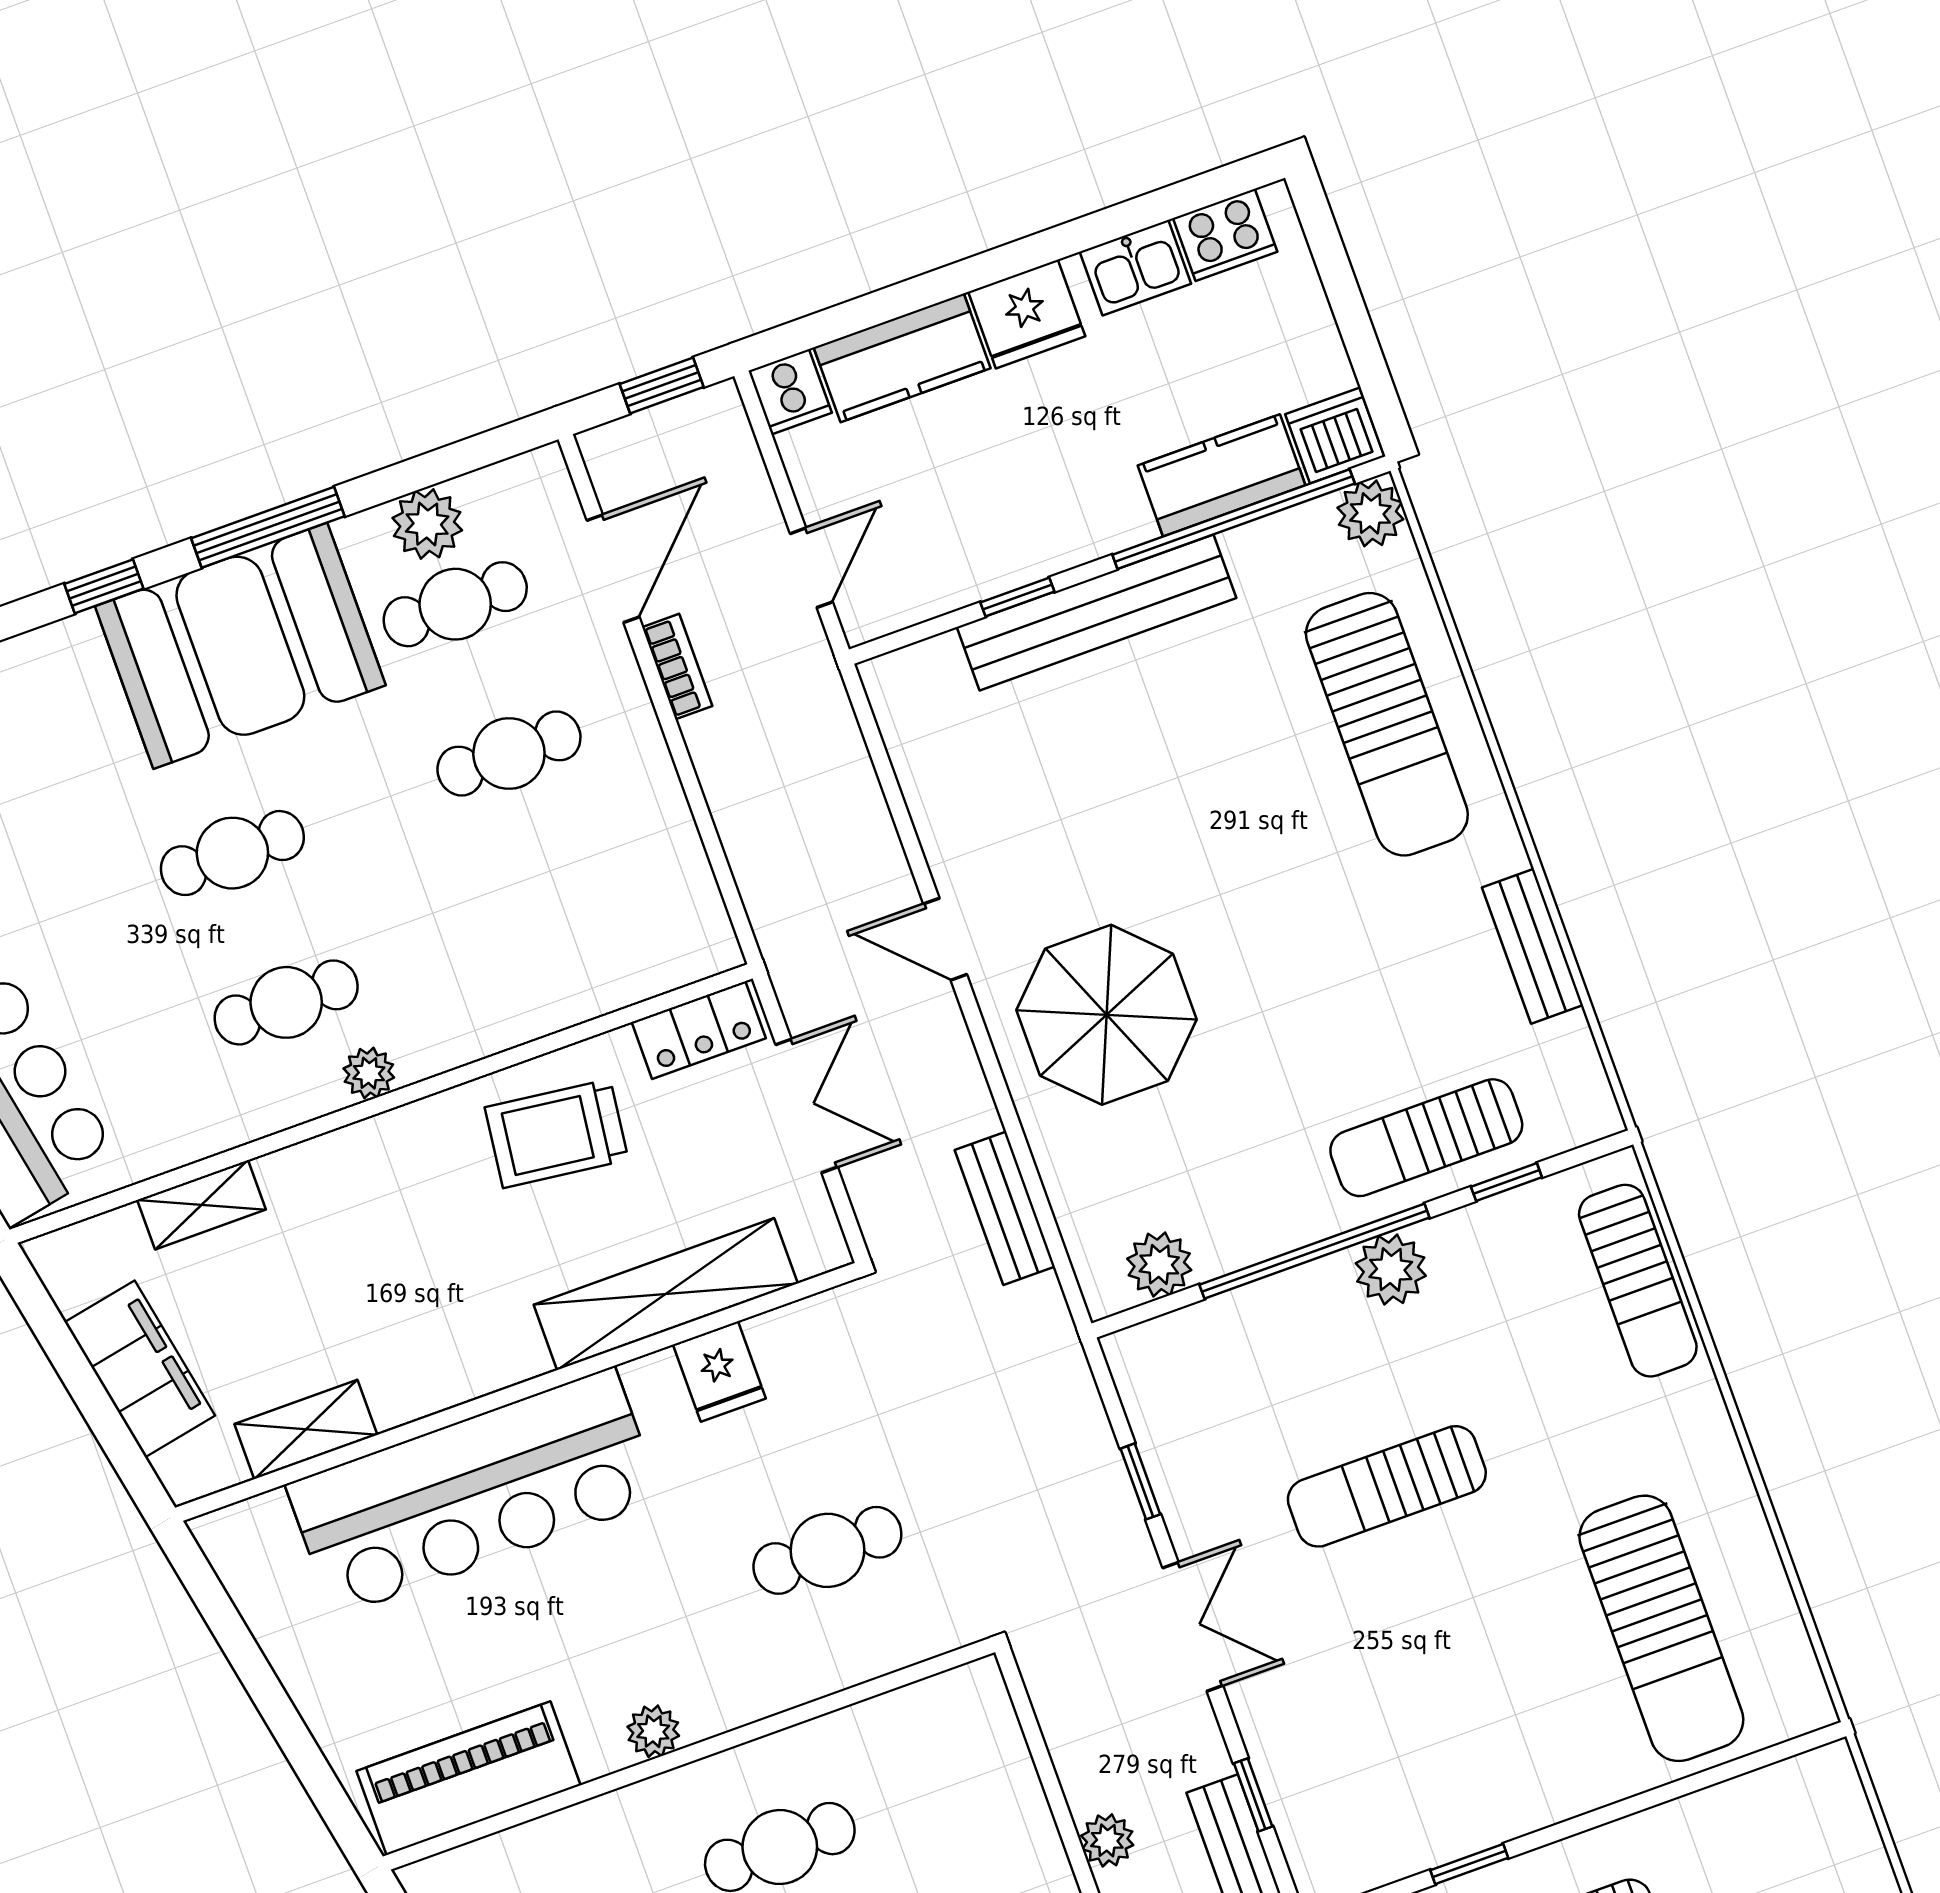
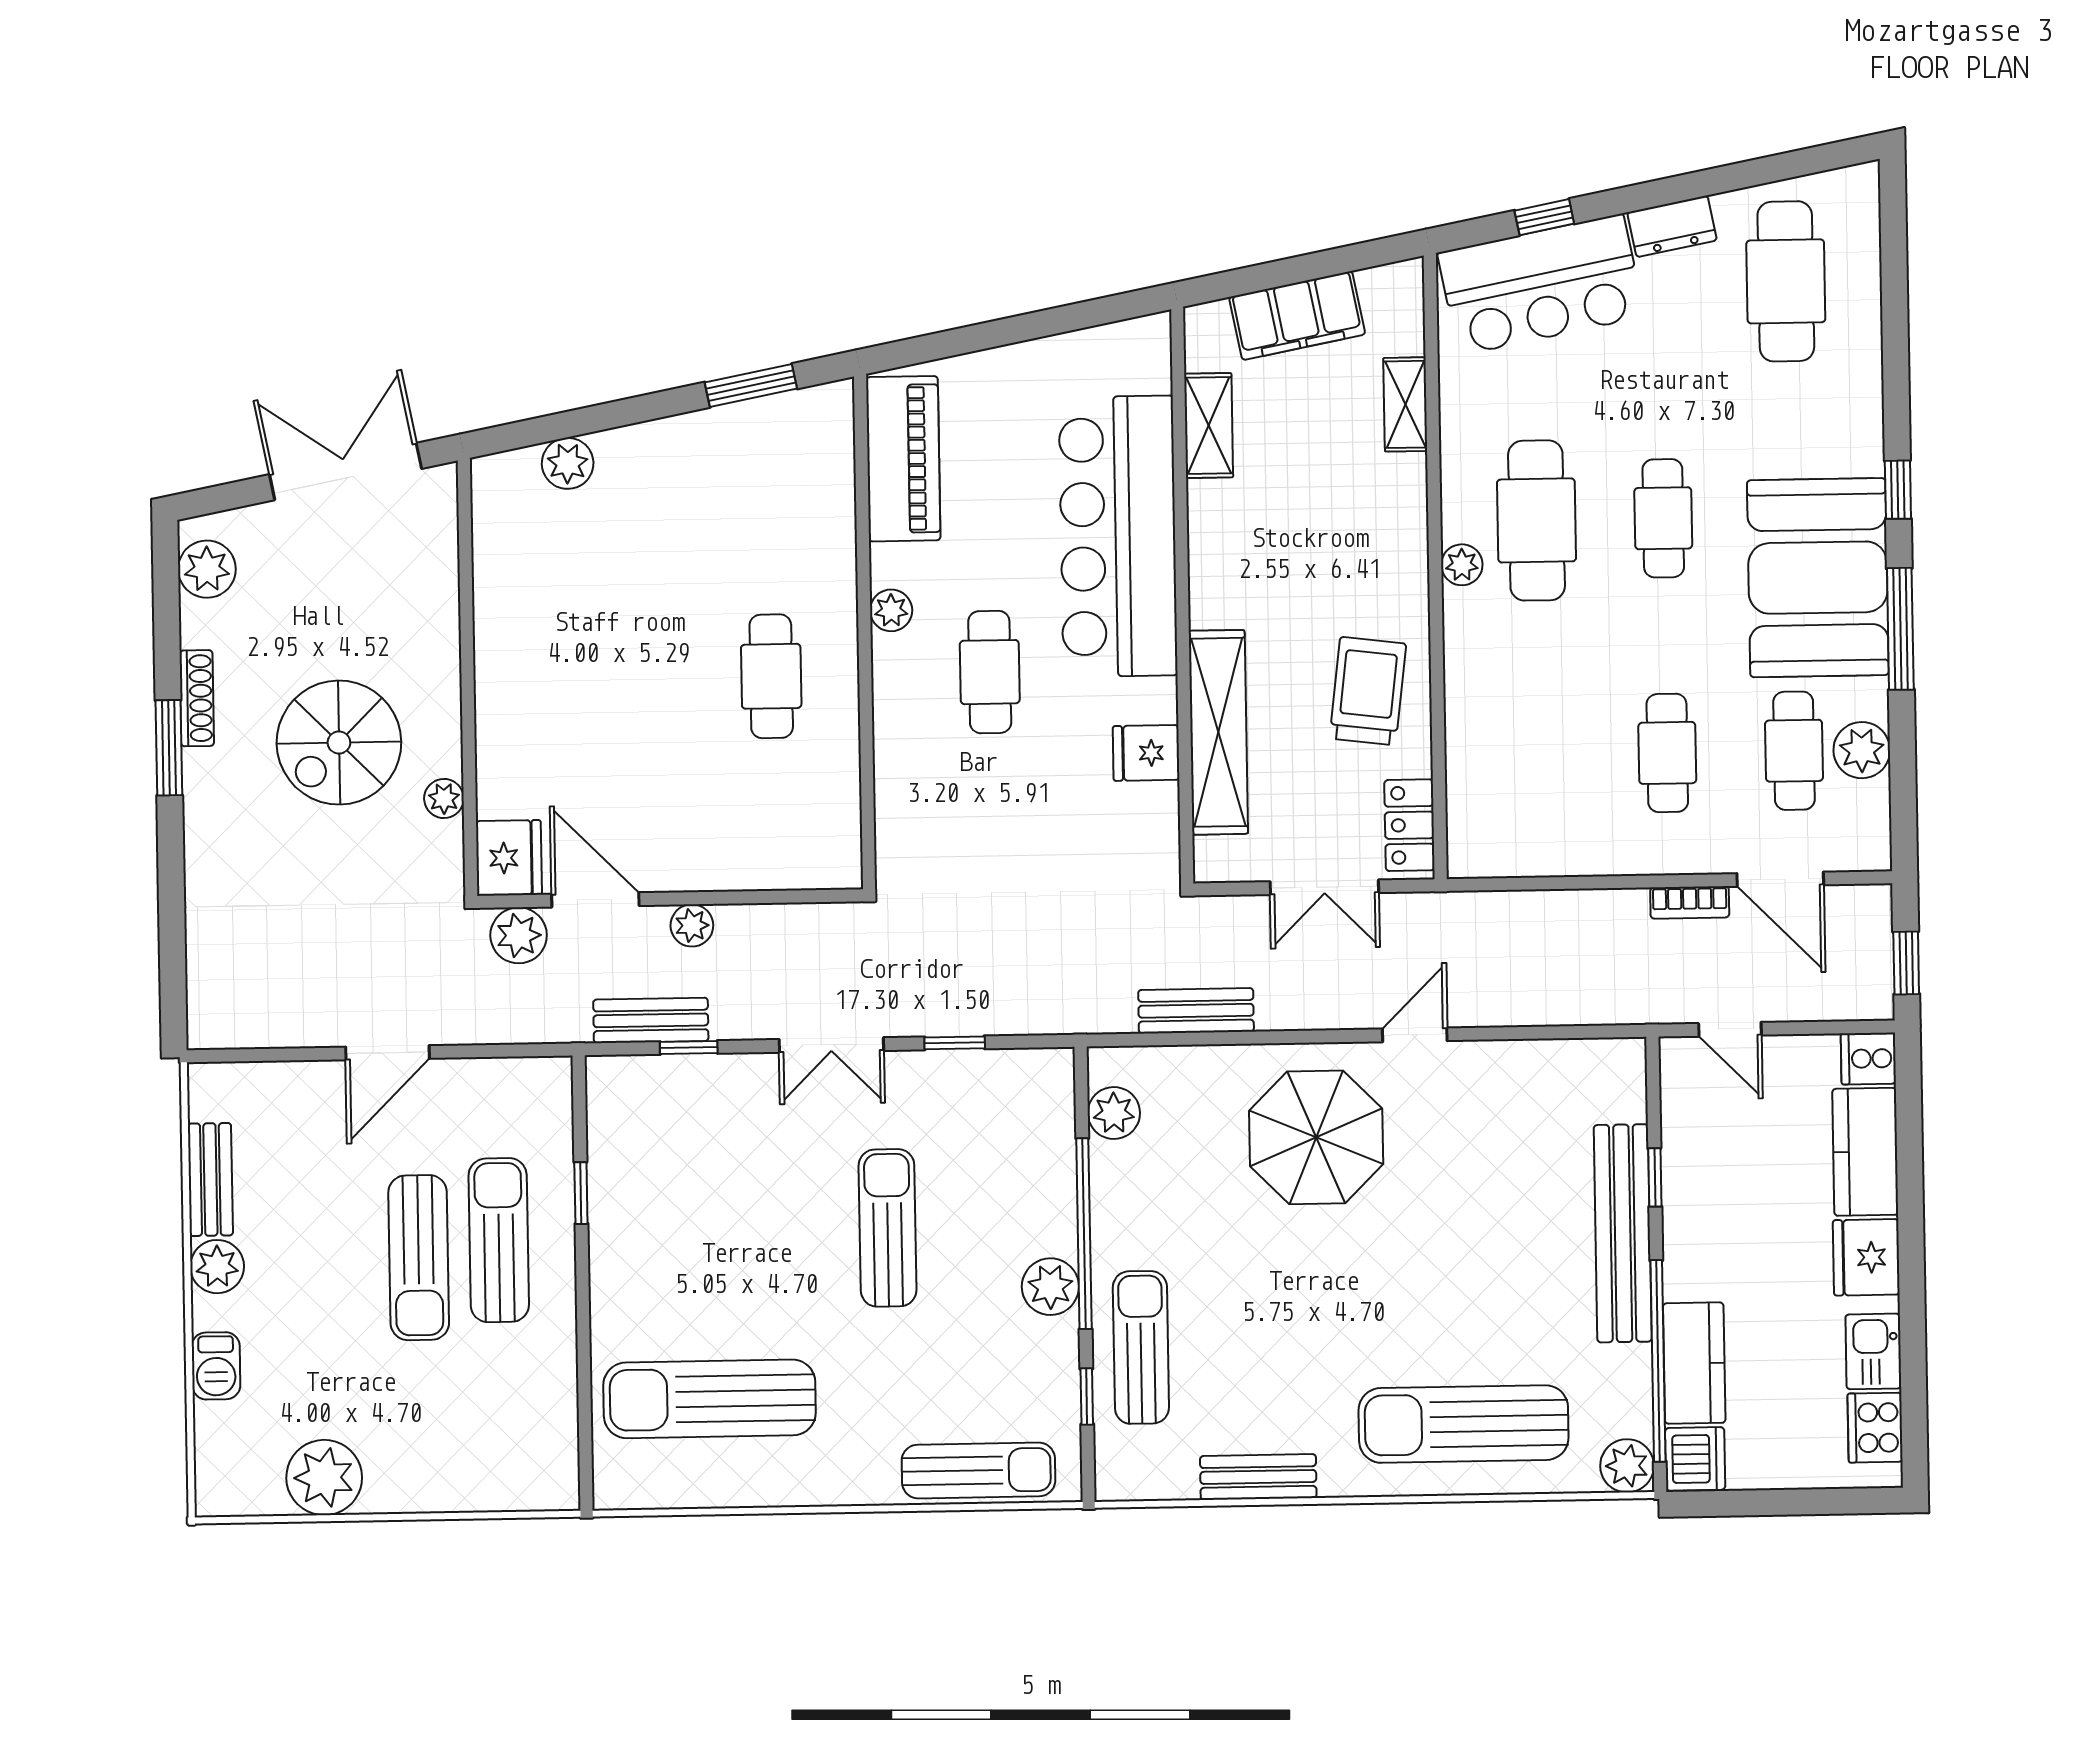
cafe table: (286, 1002) -> (1537, 520), width x1.37, depth x1.35
sun lounger: (1638, 1281) -> (978, 1471), turned 180
cafe table: (827, 1550) -> (990, 672), moved

